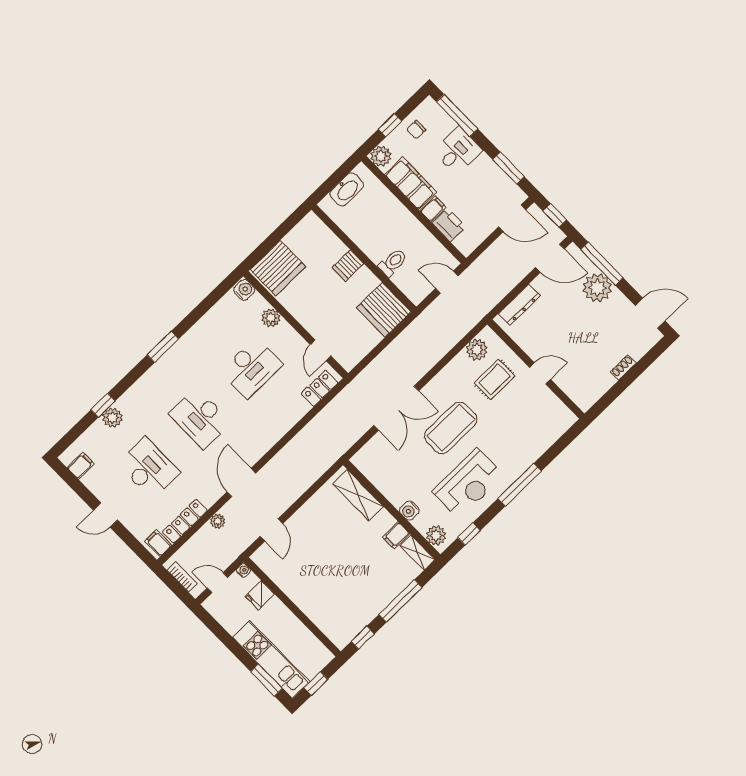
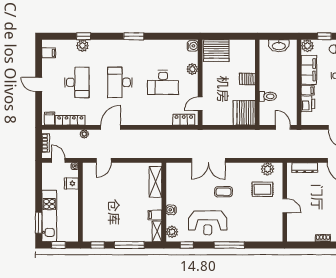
coffee table: (451, 428) -> (224, 192), width x0.54, depth x0.58

